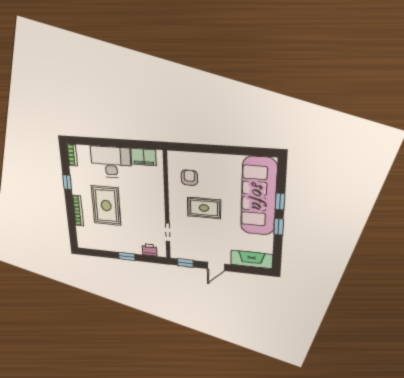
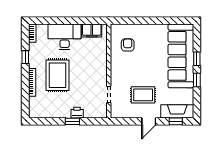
rug: (204, 208) -> (143, 95), moved
printer: (150, 250) -> (77, 113), moved
window: (185, 263) -> (176, 121), moved

